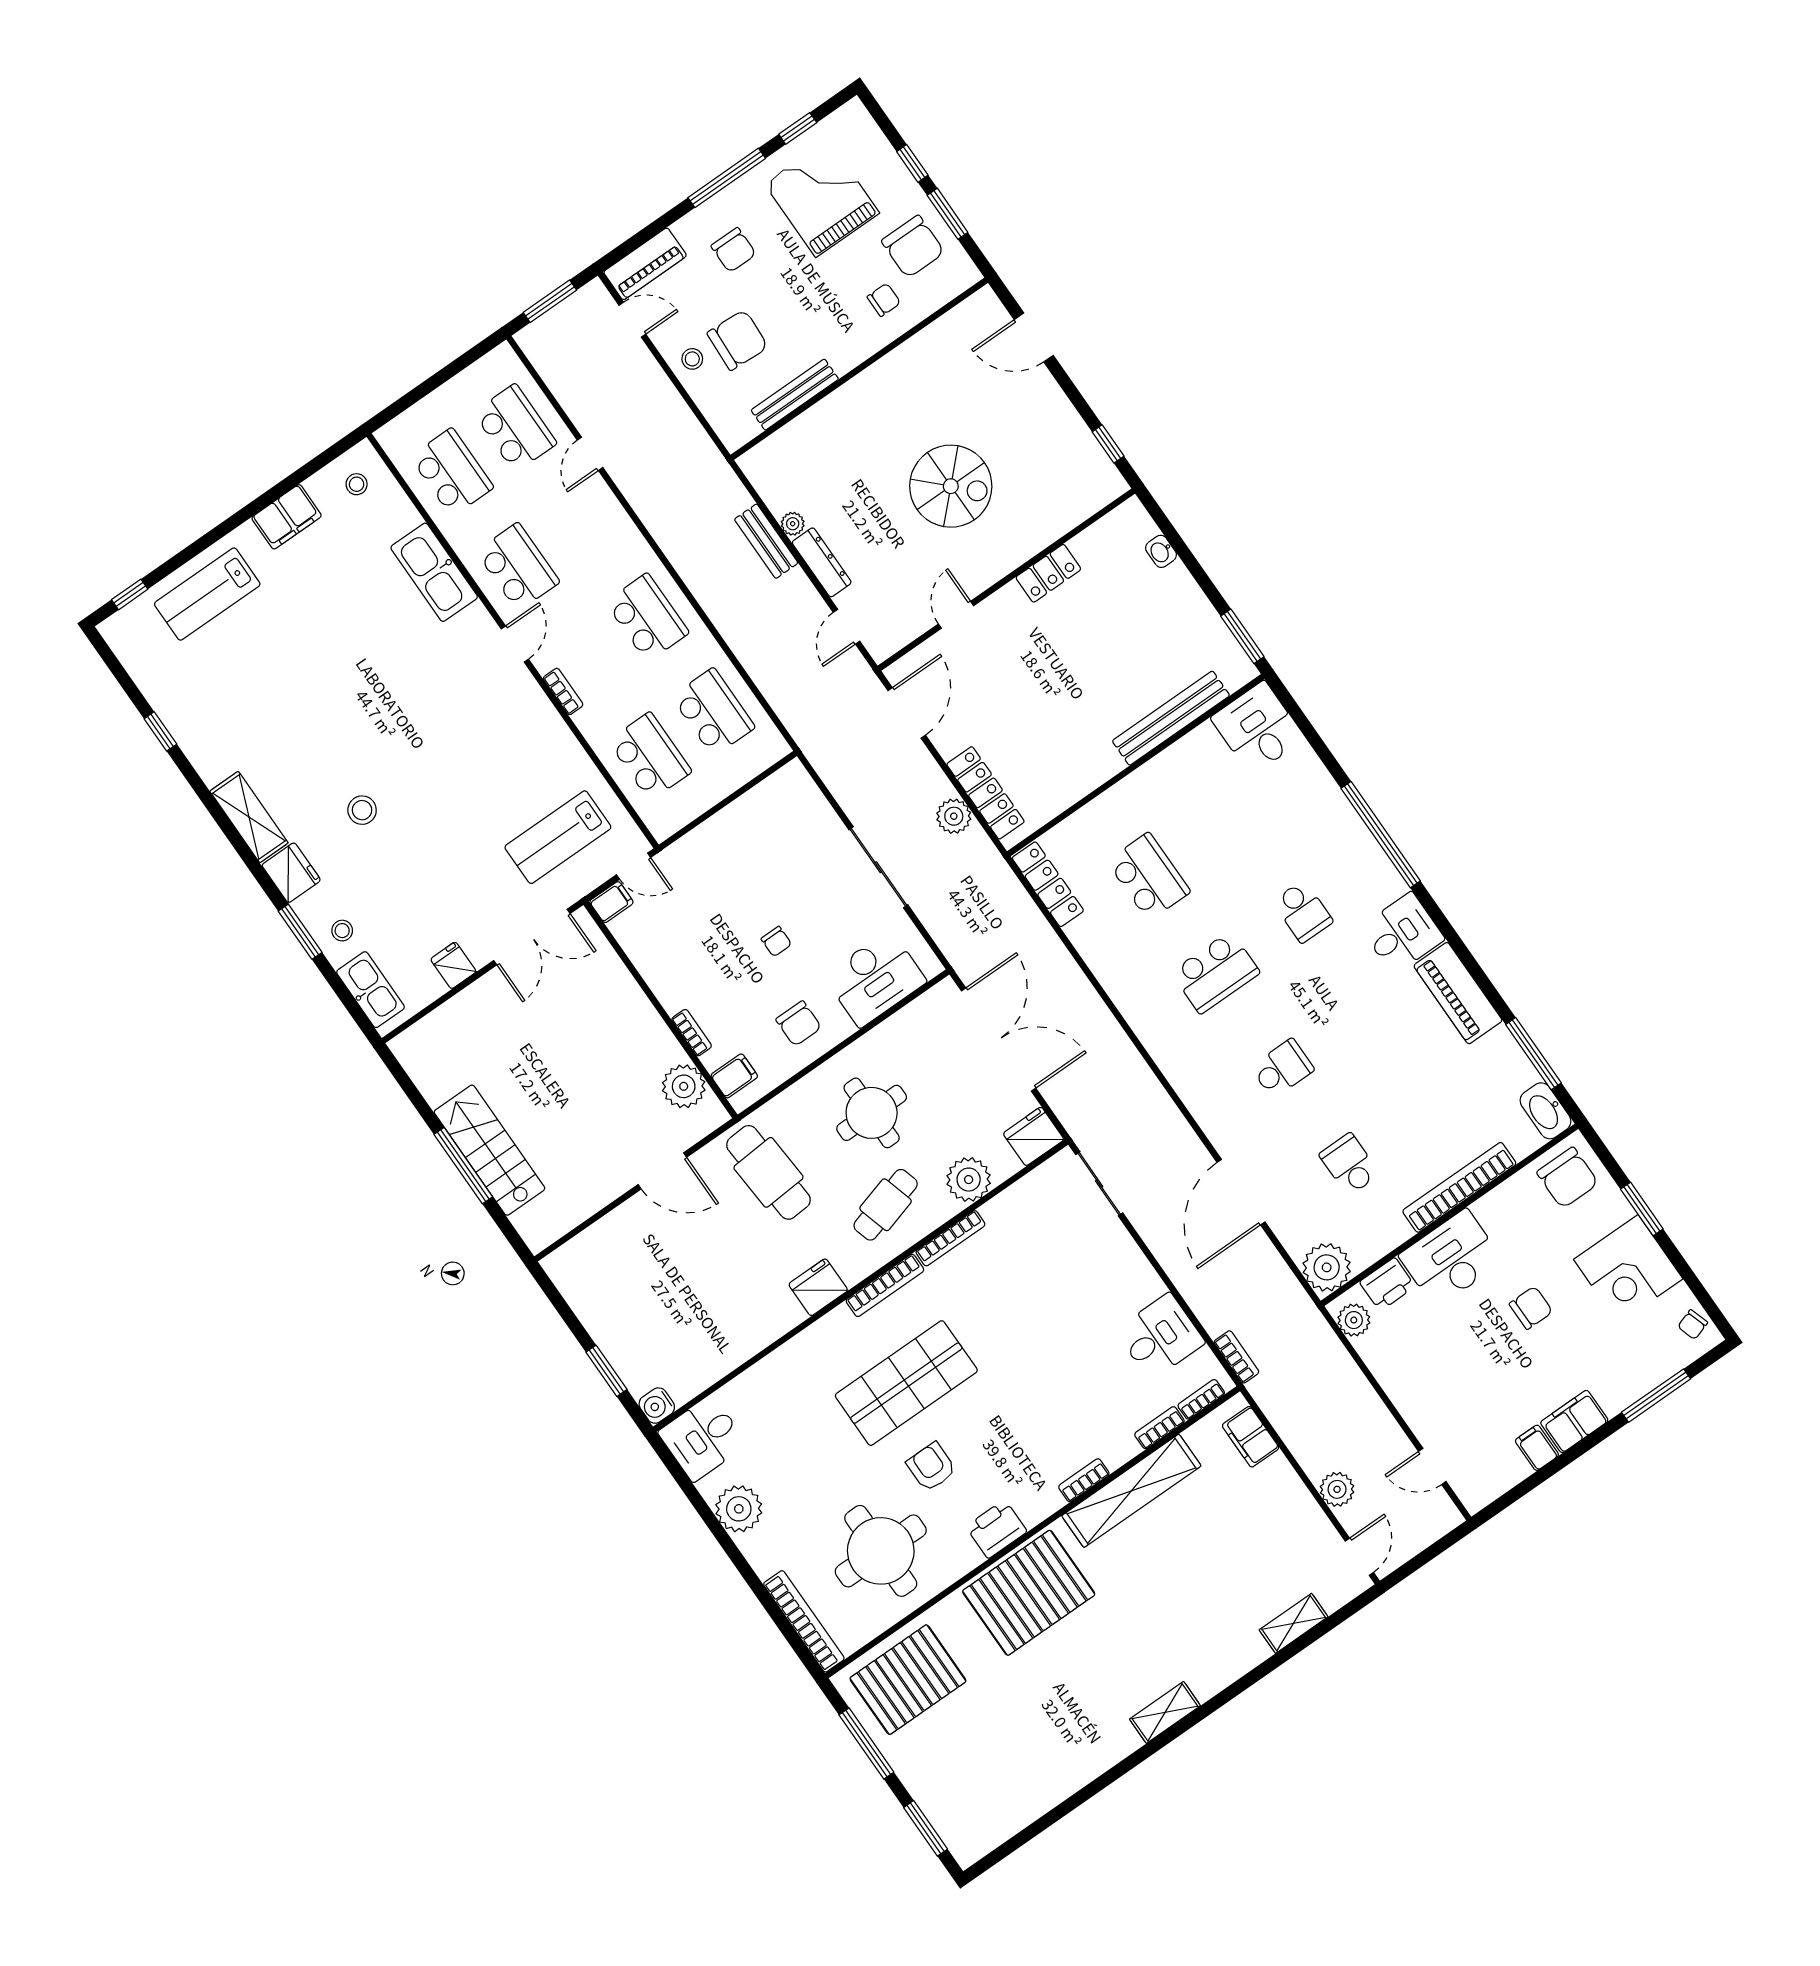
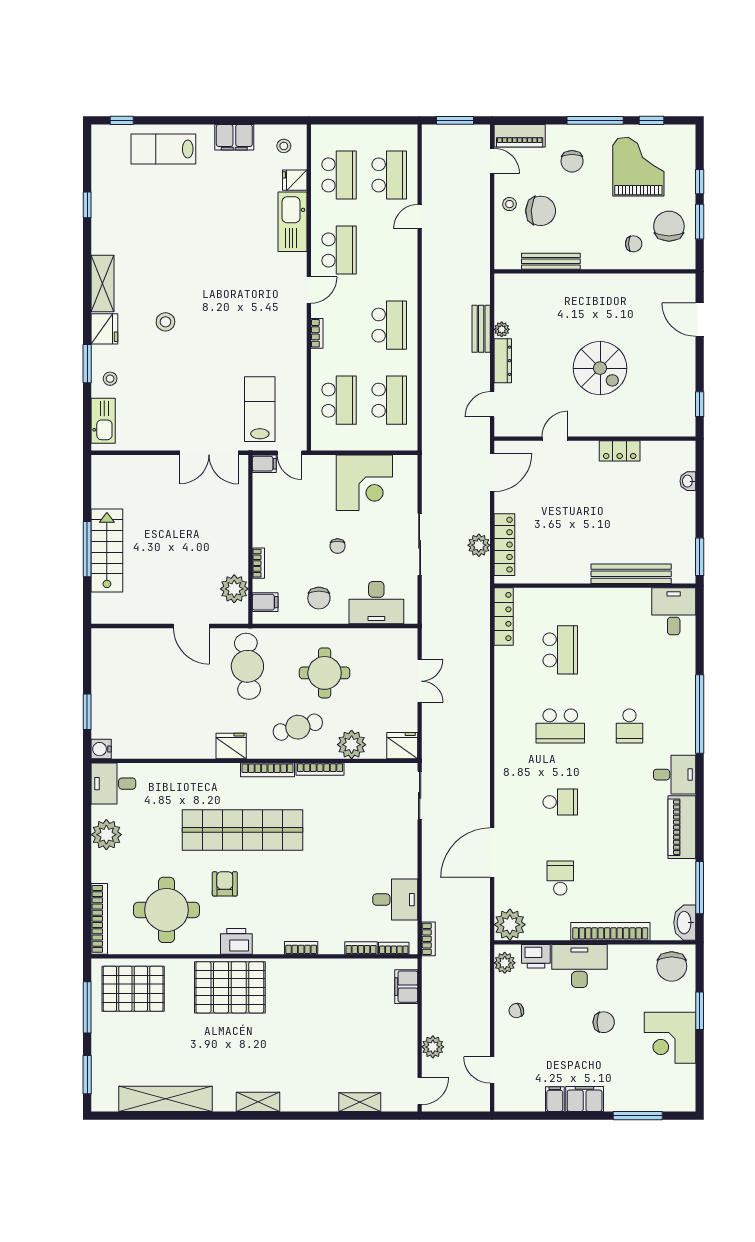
chair: (913, 247) -> (669, 226), turned 180
lab bench: (558, 837) -> (260, 409), turned 90
corner desk: (755, 838) -> (364, 483), added
fridge: (453, 965) -> (295, 180), moved, turned -90
double door: (999, 1040) -> (420, 681), width x0.54
chair: (1693, 1325) -> (516, 1011), moved
shop shelf: (906, 1383) -> (243, 830), width x1.40
shelving: (1131, 1491) -> (165, 1099), moved

